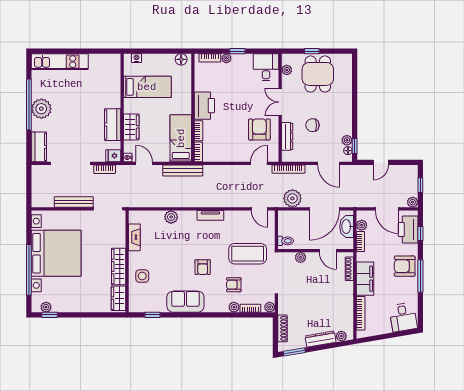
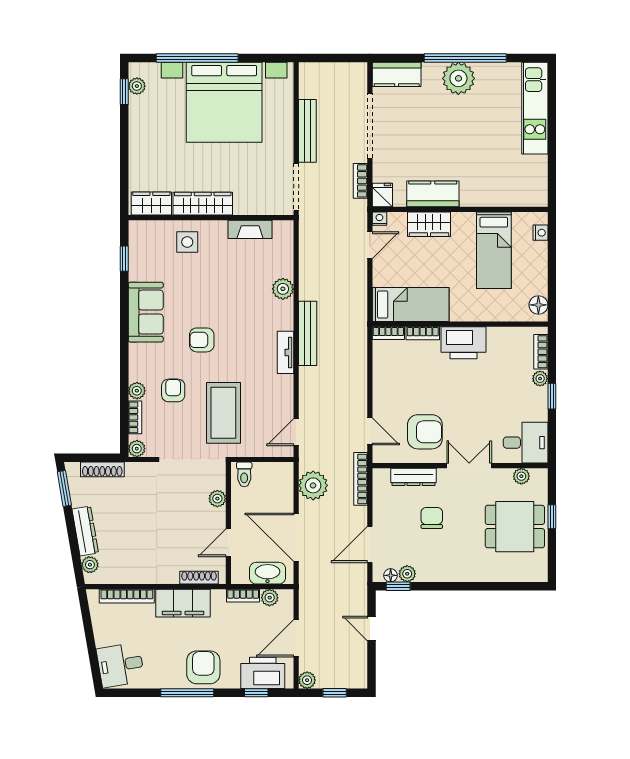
bench: (183, 170) -> (308, 333), moved

